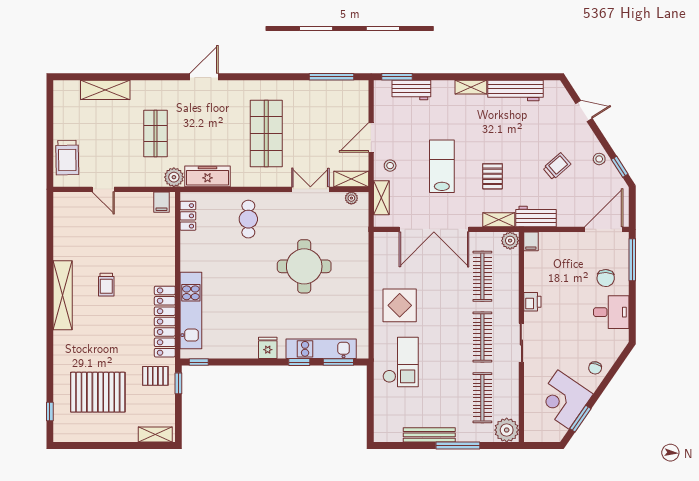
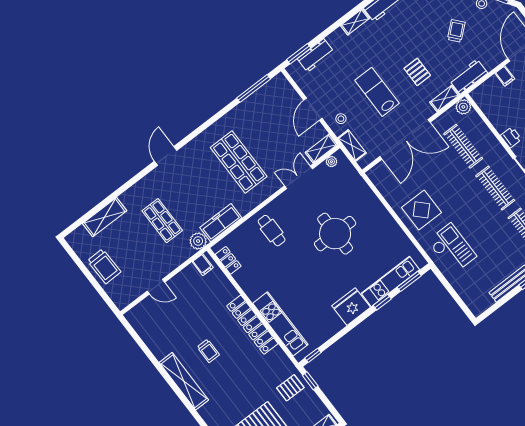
trolley: (67, 158) -> (104, 266), moved
filing cabinet: (531, 241) -> (505, 76), moved
locker: (165, 322) -> (252, 325), moved
fridge: (268, 348) -> (351, 307), width x1.88, depth x1.34

